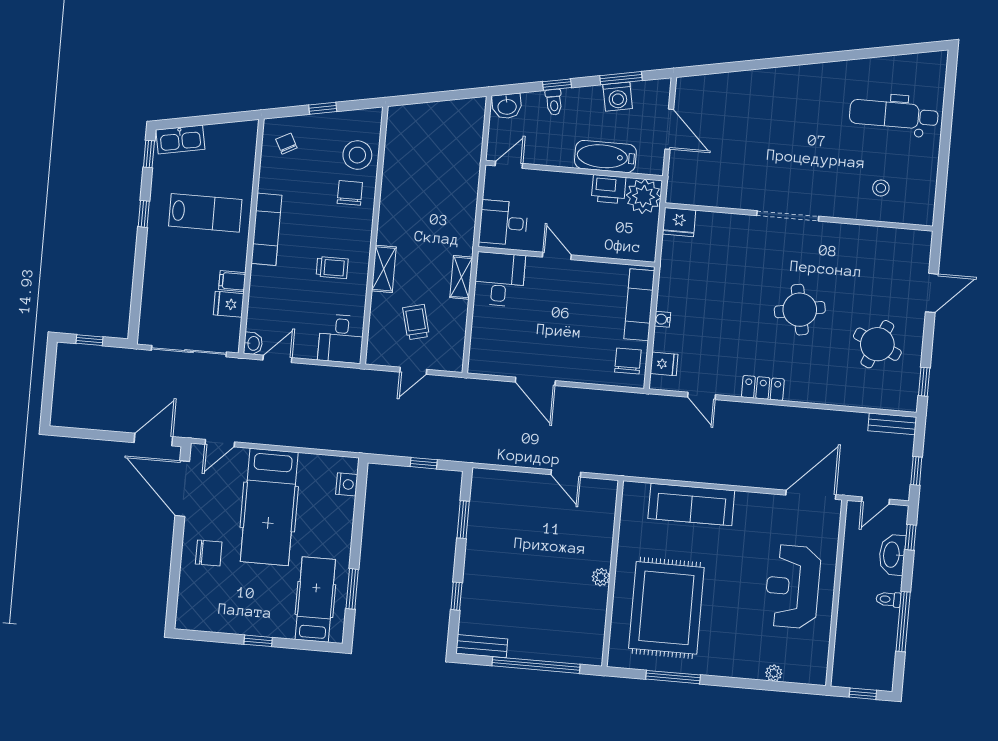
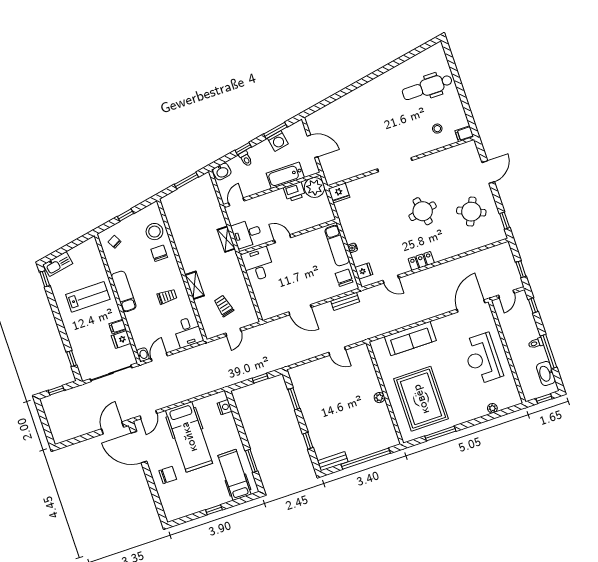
window: (444, 96) -> (186, 181), added
window: (144, 214) -> (71, 359), moved
filing cabinet: (920, 215) -> (464, 134), added
shelving: (461, 277) -> (226, 239), moved
bench: (892, 424) -> (345, 301), moved
washbasin: (892, 555) -> (546, 373), moved

